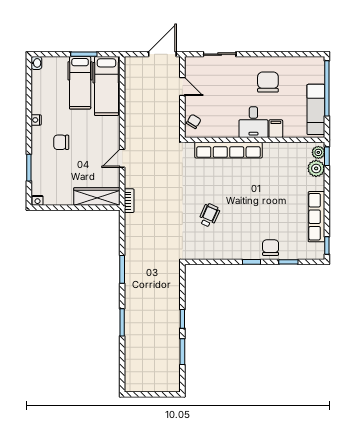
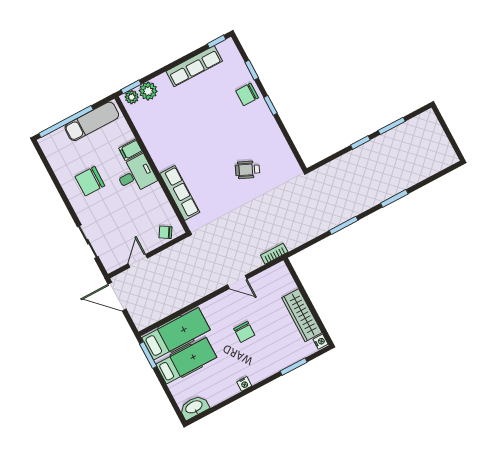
window: (84, 54) -> (148, 355), moved
washbasin: (36, 63) -> (194, 407), width x1.91, depth x1.45
chair: (61, 142) -> (244, 332), moved
row of seats: (228, 150) -> (180, 193), width x0.73
wardrobe: (97, 197) -> (302, 315), moved

